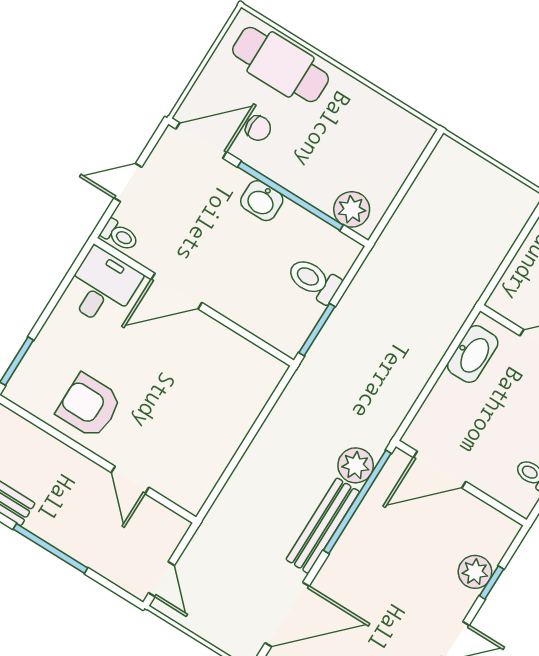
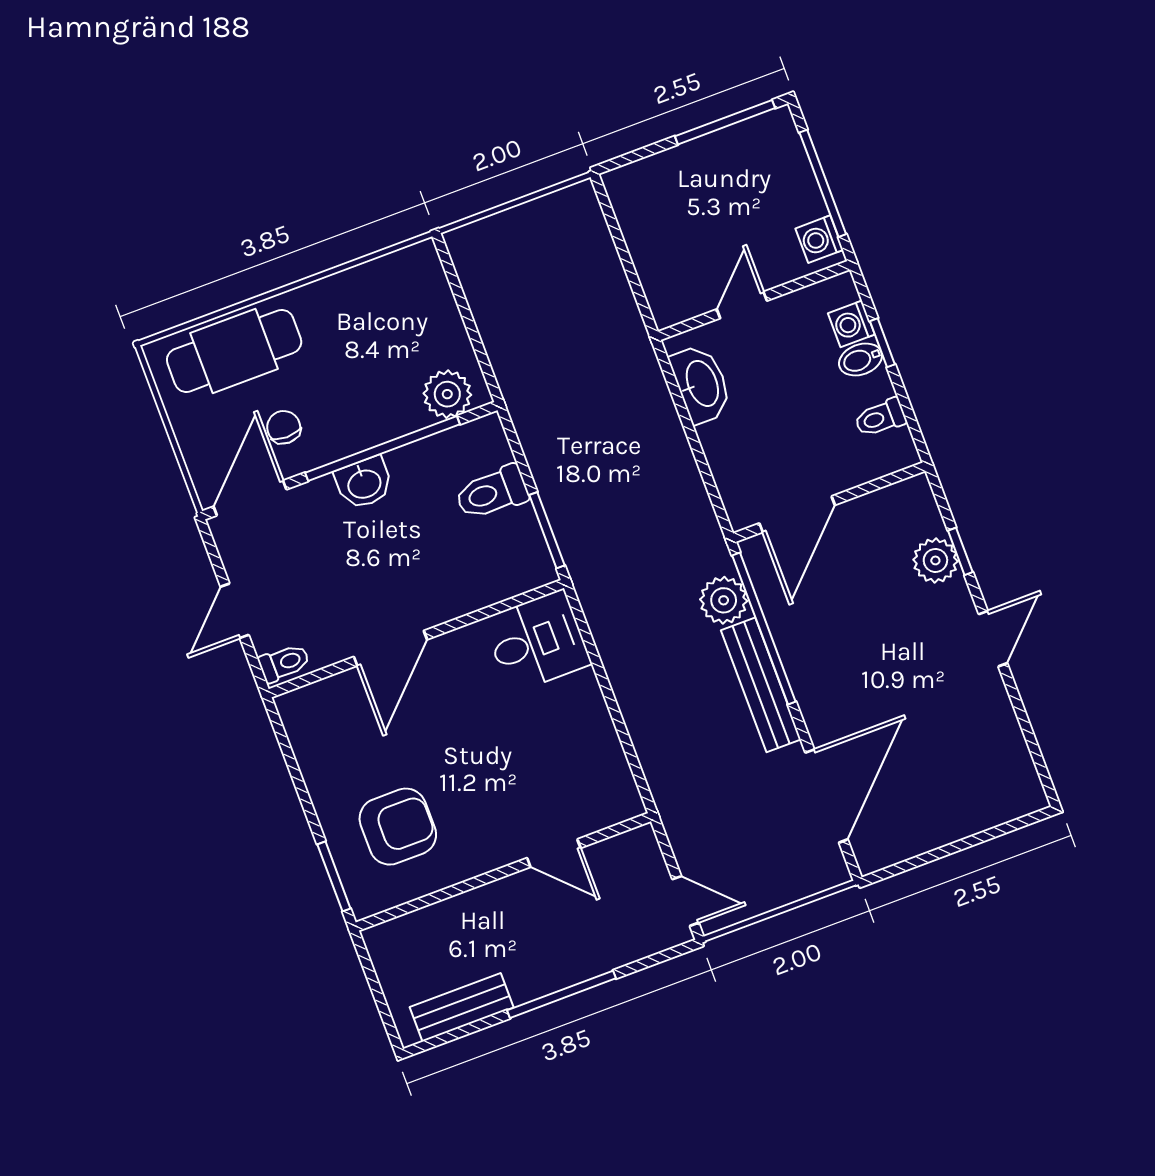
chair: (258, 128) -> (284, 427), turned -90
desk: (102, 287) -> (537, 641), moved, turned 90
armchair: (89, 406) -> (398, 827), moved, turned 180

